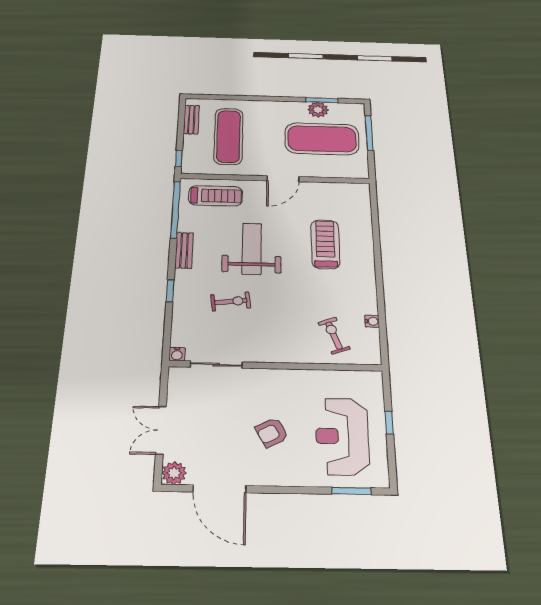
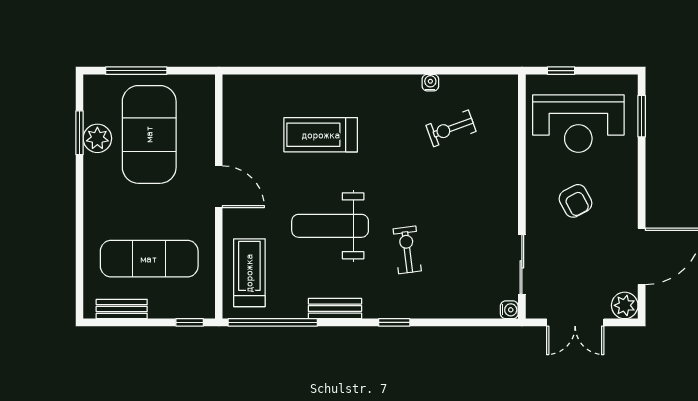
water cooler: (177, 354) -> (509, 310), moved
sliding door: (216, 365) -> (522, 264), moved
wall: (276, 366) -> (522, 197), moved

